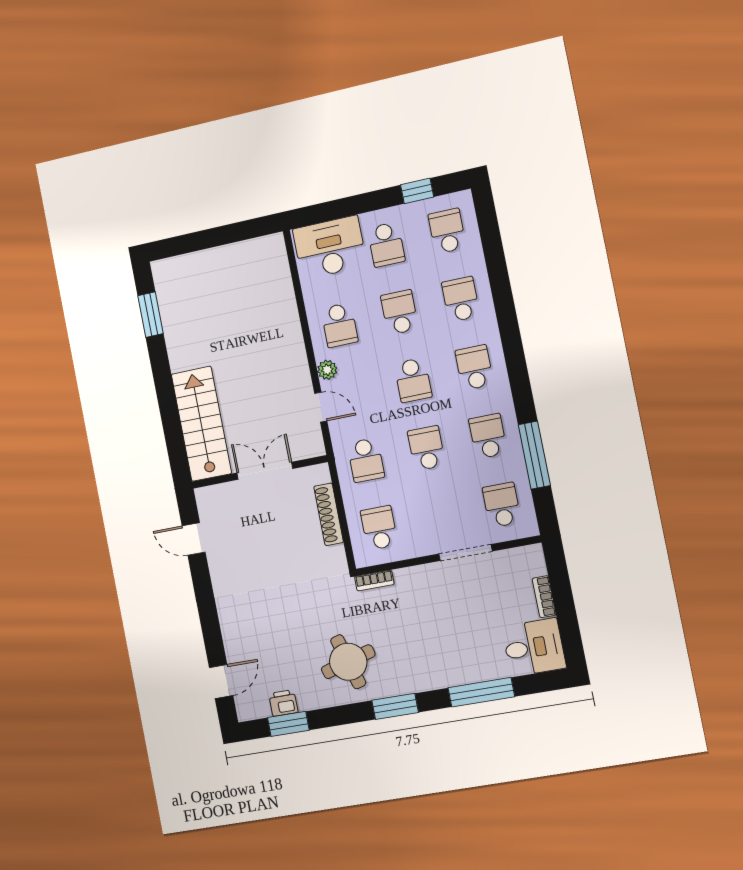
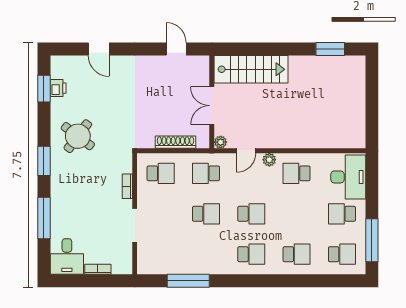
window: (417, 191) -> (372, 240), width x2.17
school desk: (400, 312) -> (297, 214), removed
school desk: (413, 380) -> (251, 214), turned 180
school desk: (488, 436) -> (206, 254), removed
plant: (315, 447) -> (221, 142), added
double door: (265, 471) -> (212, 106), swing flipped
school desk: (502, 505) -> (161, 254), removed
door: (194, 539) -> (176, 49), hinge flipped
bookcase: (374, 581) -> (127, 186), moved
round table: (348, 662) -> (78, 136), turned -37
door: (221, 682) -> (99, 49), moved

